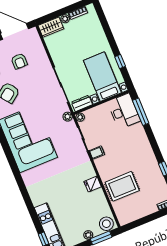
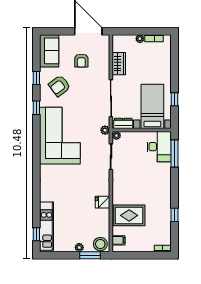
wardrobe: (51, 27) -> (119, 64), moved, turned -90
filing cabinet: (97, 153) -> (119, 240), moved

